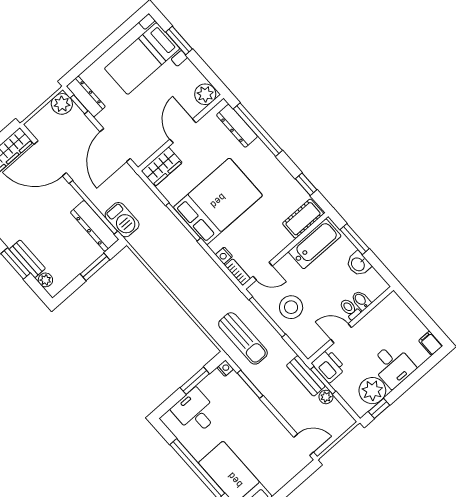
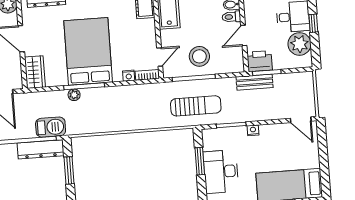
nightstand: (225, 368) -> (253, 130), moved
plant: (326, 397) -> (74, 95), moved
window: (379, 408) -> (313, 23), moved
desk: (195, 412) -> (221, 172), width x1.37
door: (304, 445) -> (301, 120), swing flipped

